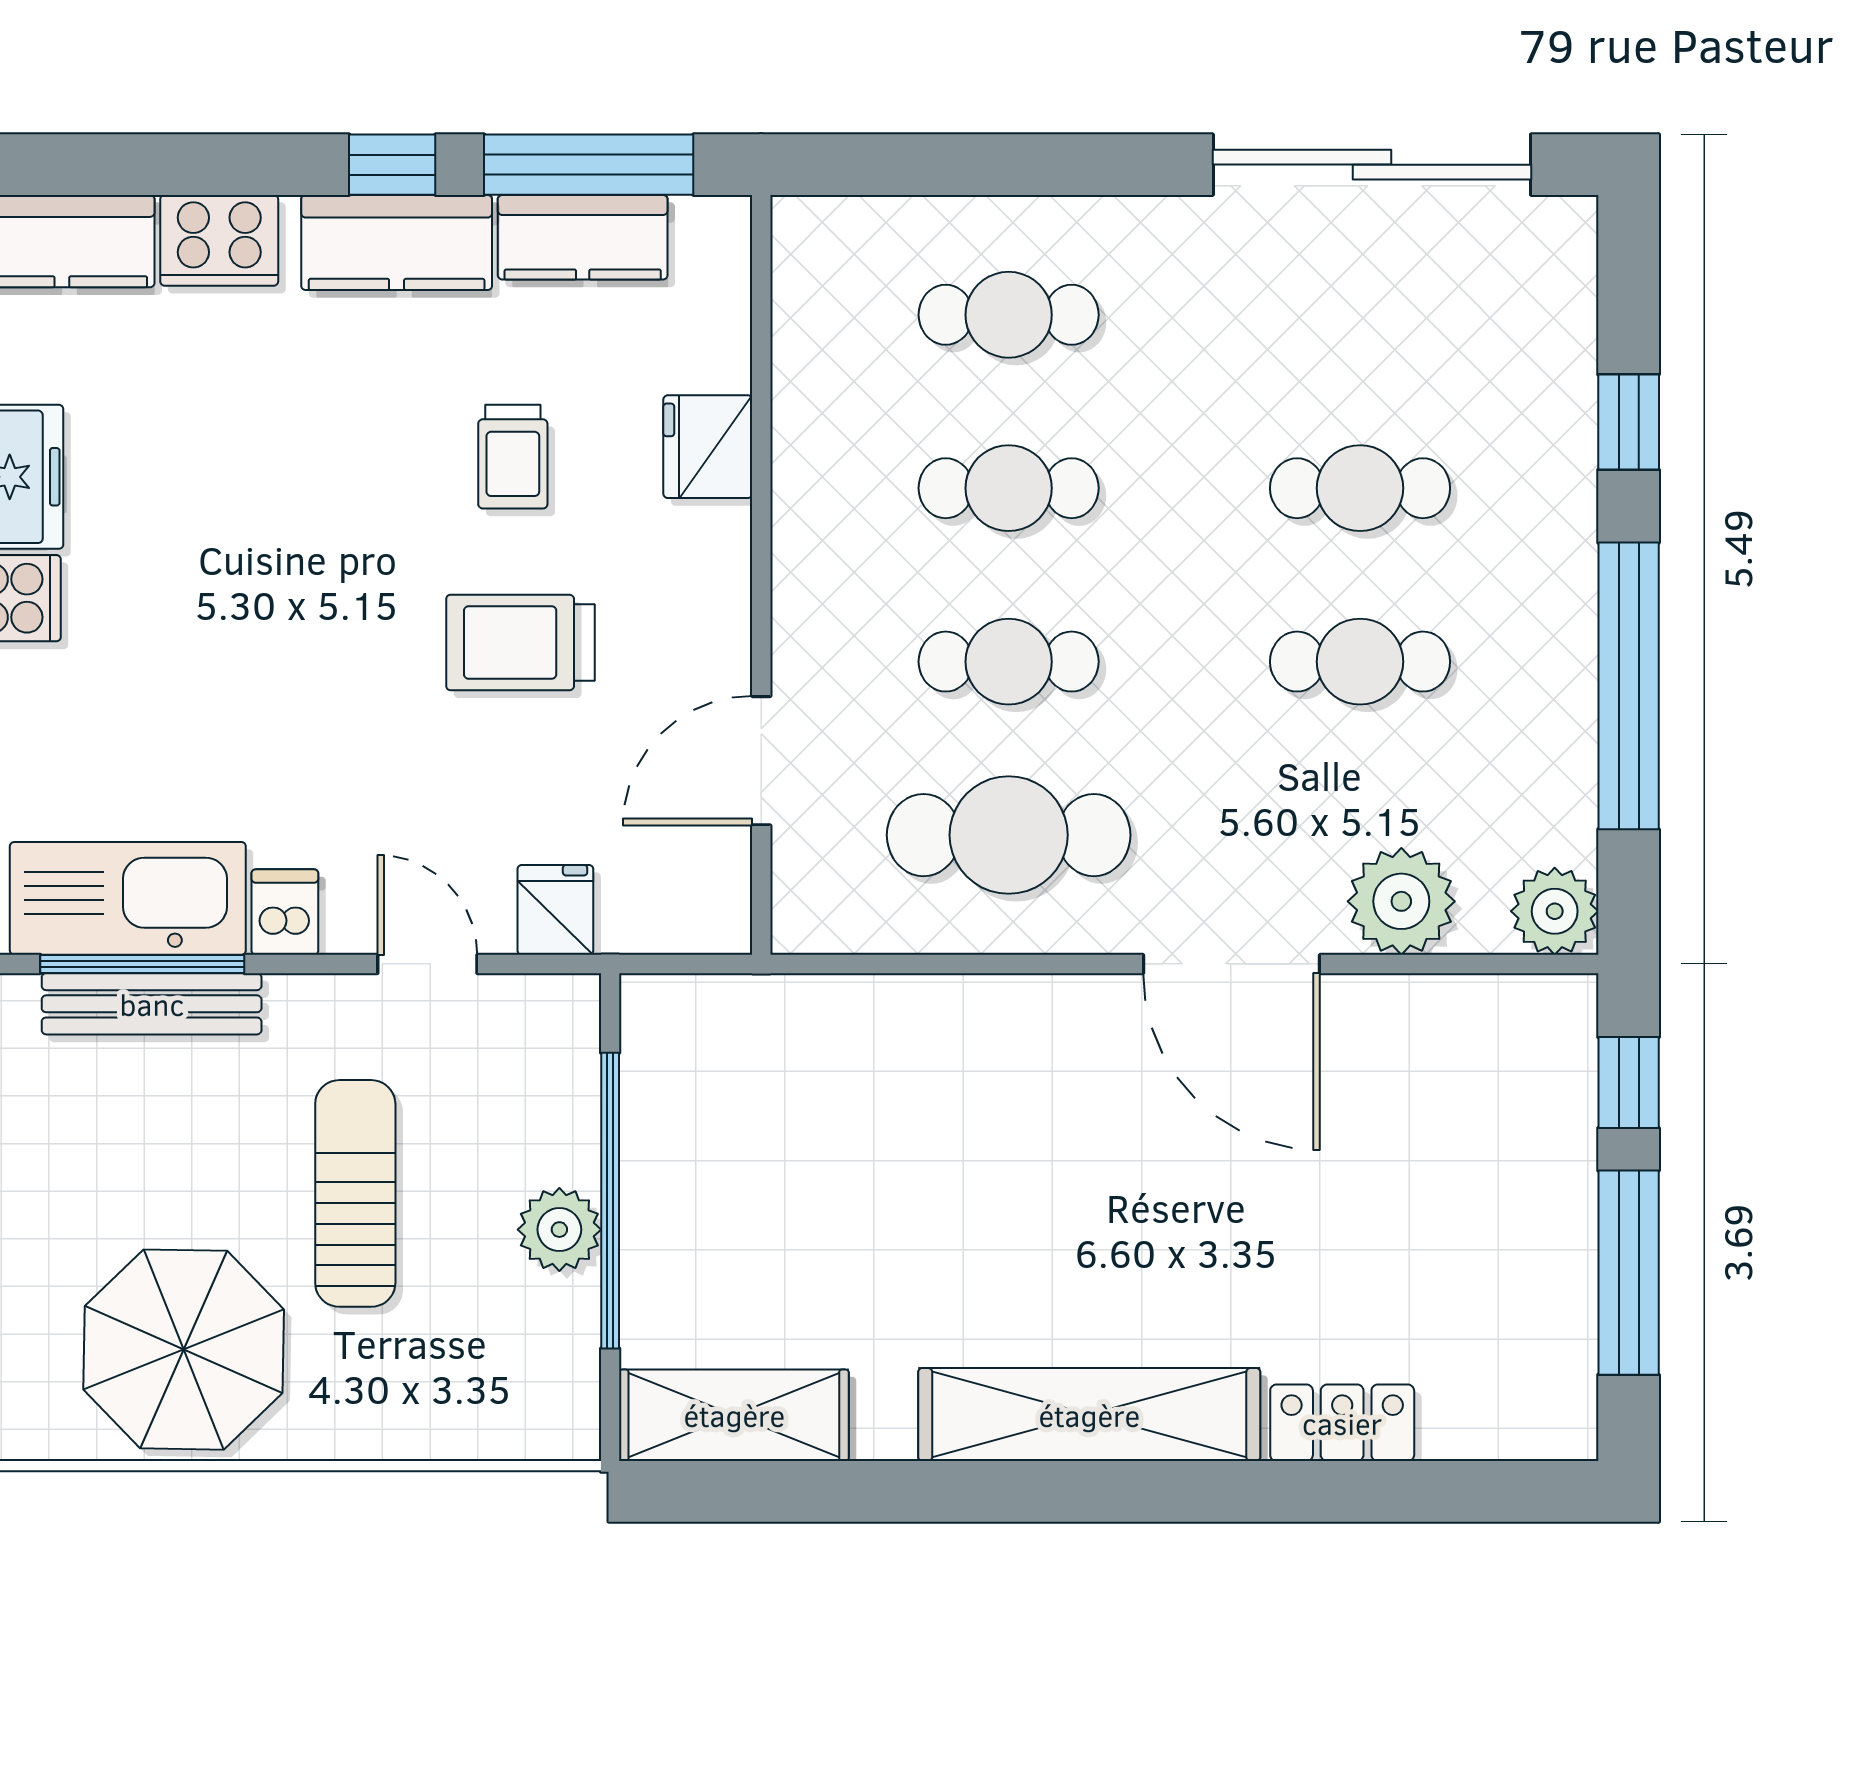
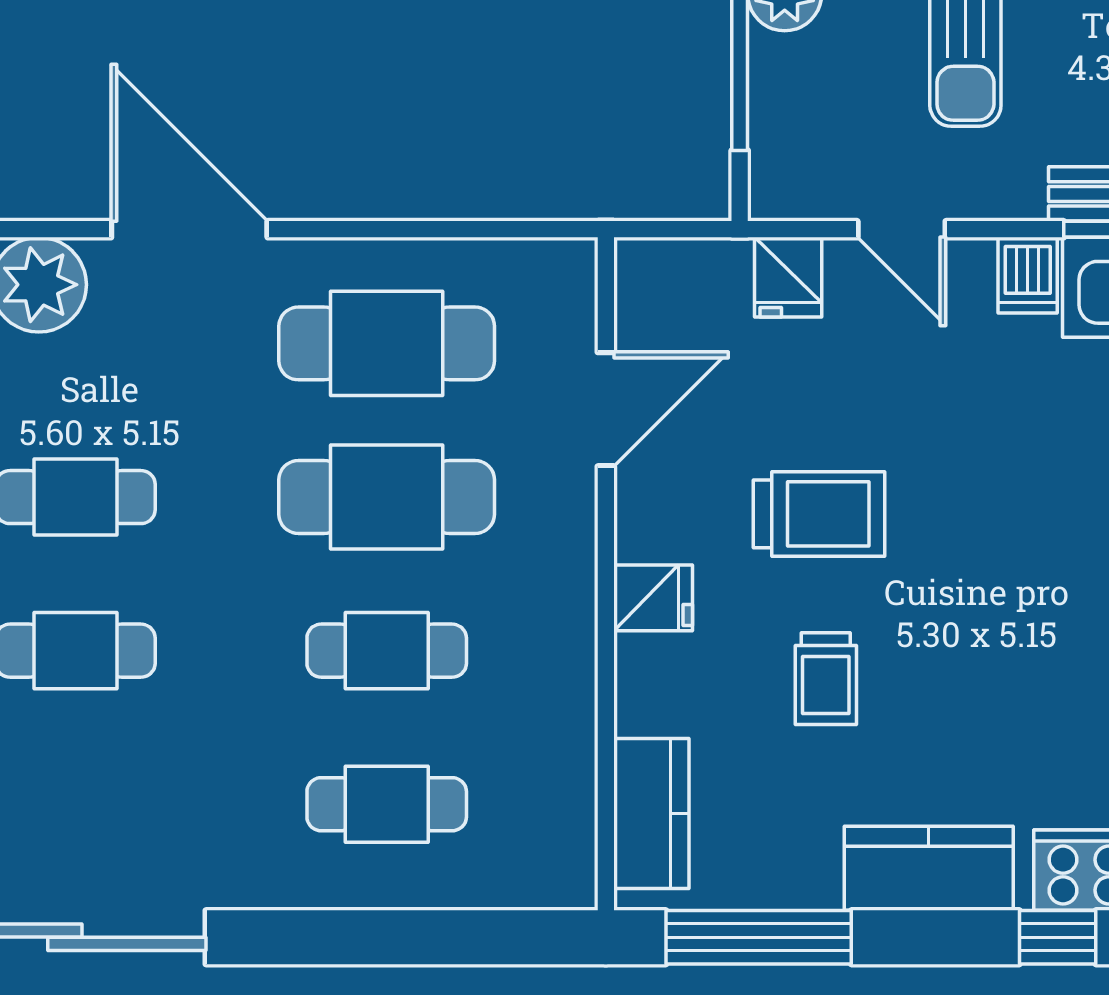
window: (392, 165) -> (1058, 937), moved
kitchen counter: (583, 237) -> (651, 813), moved, turned 90
fridge: (708, 447) -> (653, 598), moved, width x0.72
trolley: (513, 457) -> (826, 679), turned 180
cafe table: (1009, 662) -> (387, 497), width x1.37, depth x1.35

